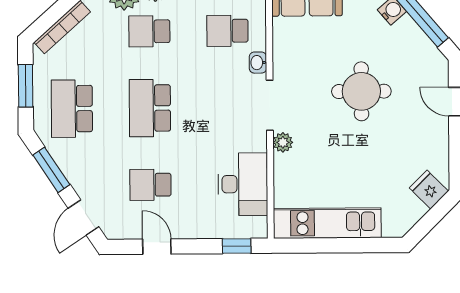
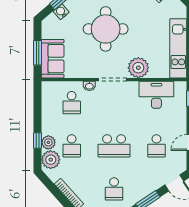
round table: (361, 91) -> (106, 29), width x1.36, depth x1.36
school desk: (72, 109) -> (114, 189), width x0.54
plant: (283, 142) -> (138, 68), width x1.87, depth x1.87

